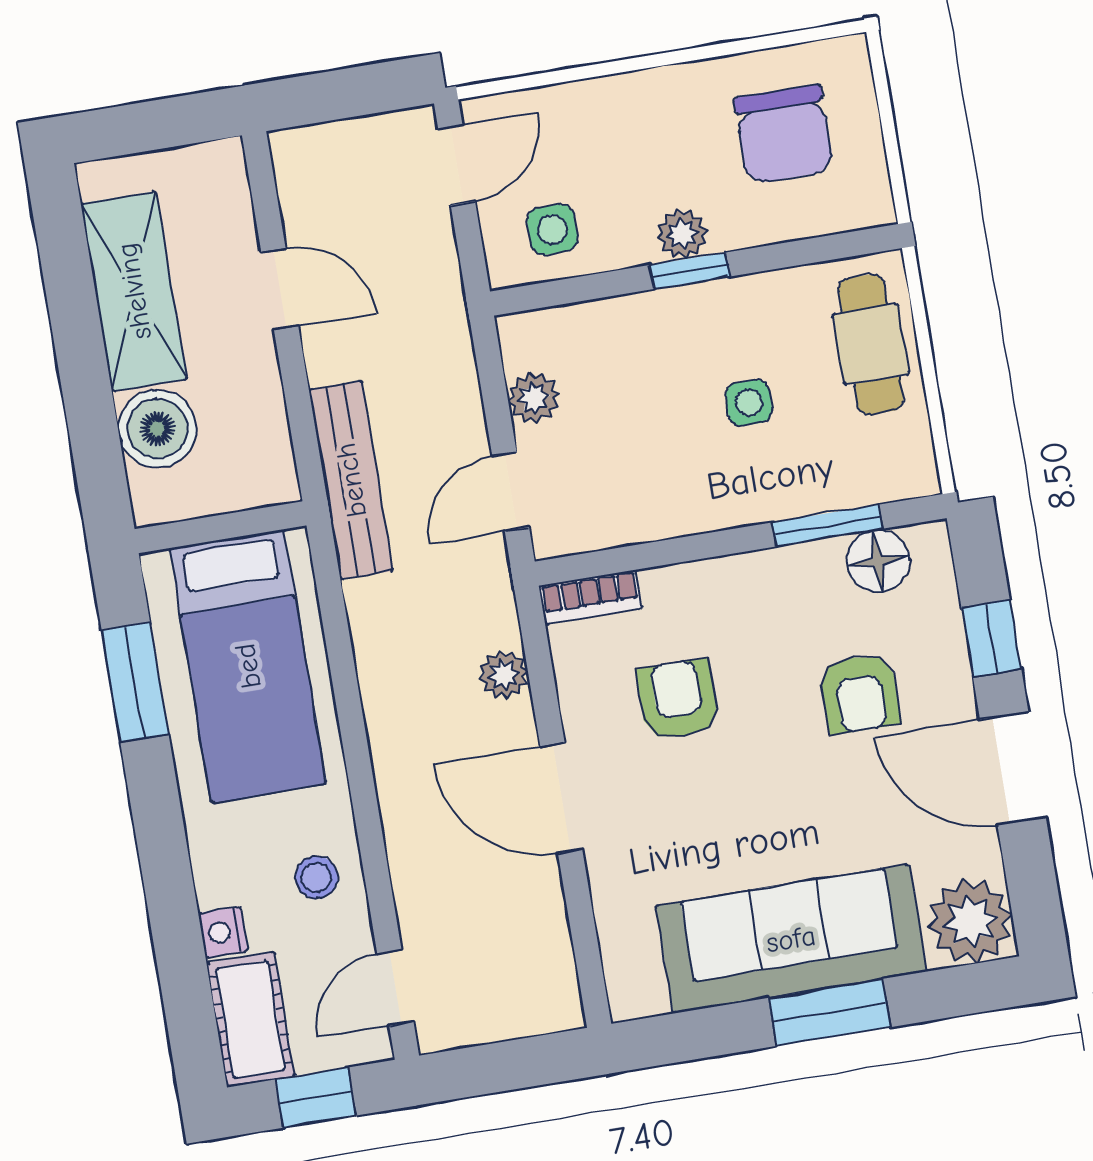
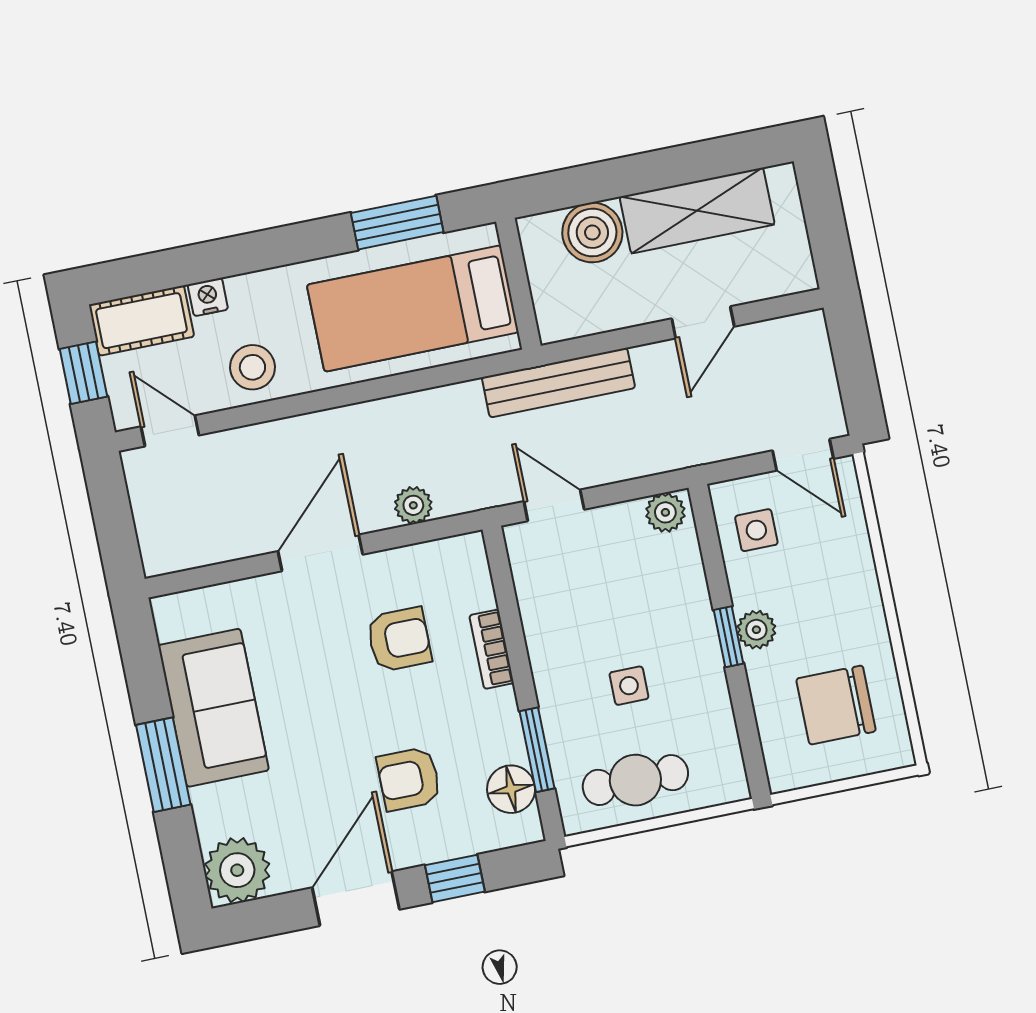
cafe table: (871, 344) -> (635, 780), moved
plant: (534, 398) -> (665, 512), moved
bookcase: (590, 597) -> (491, 649), moved
stool: (317, 877) -> (252, 367), width x1.37, depth x1.37
sofa: (791, 939) -> (214, 708), width x0.73

